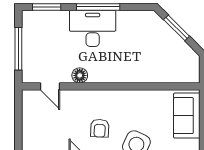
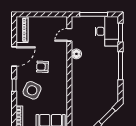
desk: (93, 28) -> (107, 31), moved

